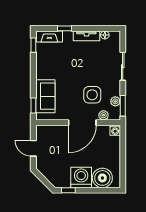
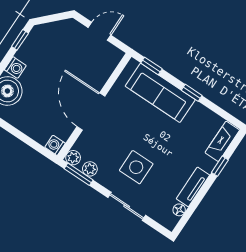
window: (33, 45) -> (192, 93), moved
side table: (92, 95) -> (136, 167), moved
sofa: (45, 96) -> (160, 93), width x1.36
plant: (104, 115) -> (73, 158), moved
washing machine: (81, 178) -> (15, 68), width x0.53, depth x0.53

